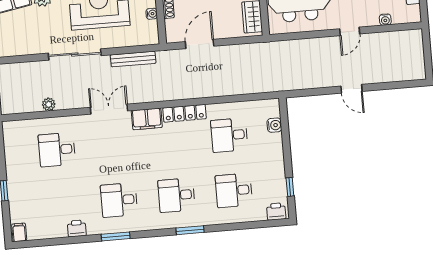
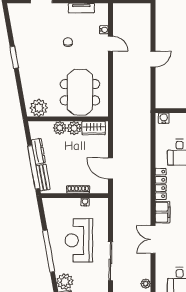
door: (350, 31) -> (110, 44), moved
bench: (133, 59) -> (117, 219), removed
water cooler: (274, 125) -> (164, 118), moved

